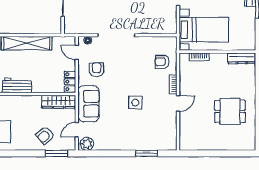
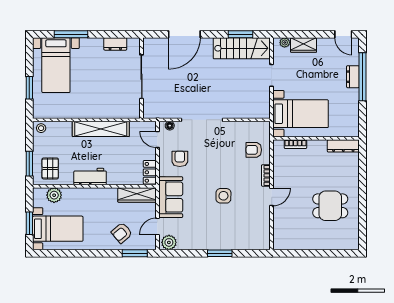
window: (147, 153) -> (220, 253), moved

